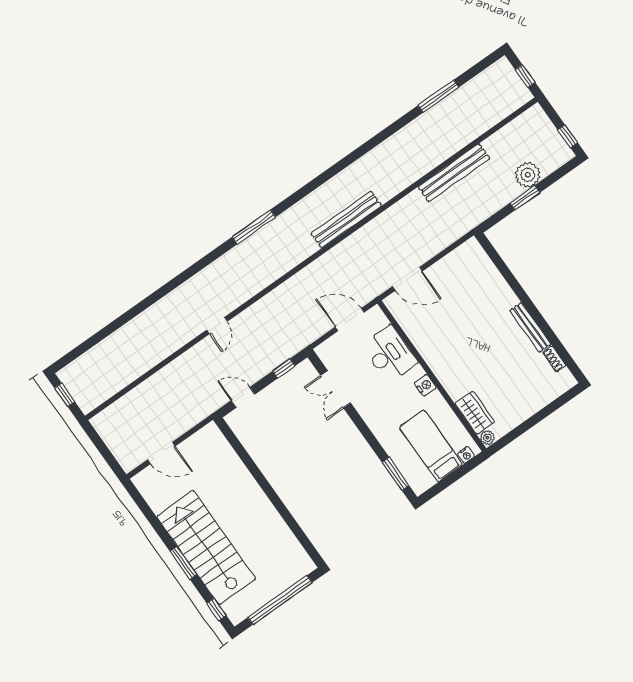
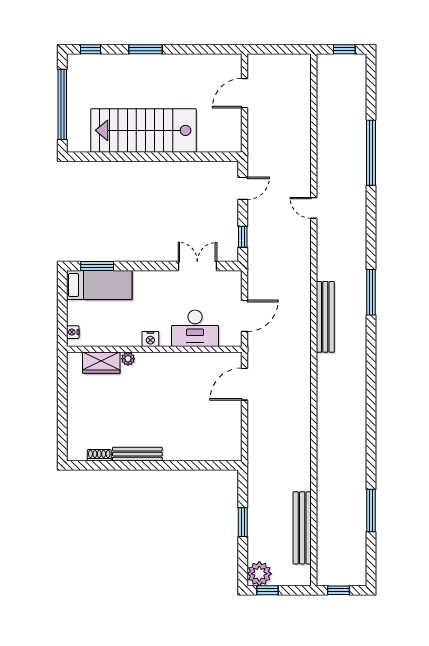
bench: (454, 173) -> (302, 528), moved
plant: (528, 175) -> (259, 574), moved
bench: (346, 220) -> (325, 317), moved
window: (136, 310) -> (371, 153), added
plant: (487, 438) -> (128, 359), moved
bed: (431, 446) -> (99, 285), moved
stairs: (206, 548) -> (143, 130), moved, turned 180

